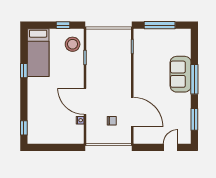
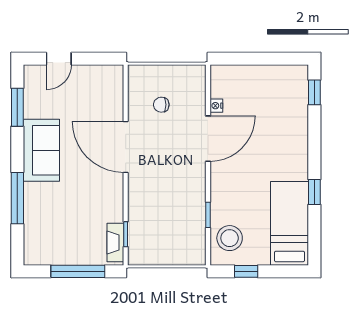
fireplace: (138, 42) -> (115, 243), added
sofa: (181, 74) -> (41, 150), moved
window: (194, 79) -> (17, 198), moved
door: (85, 101) -> (208, 139), hinge flipped
door: (132, 112) -> (126, 147), moved

